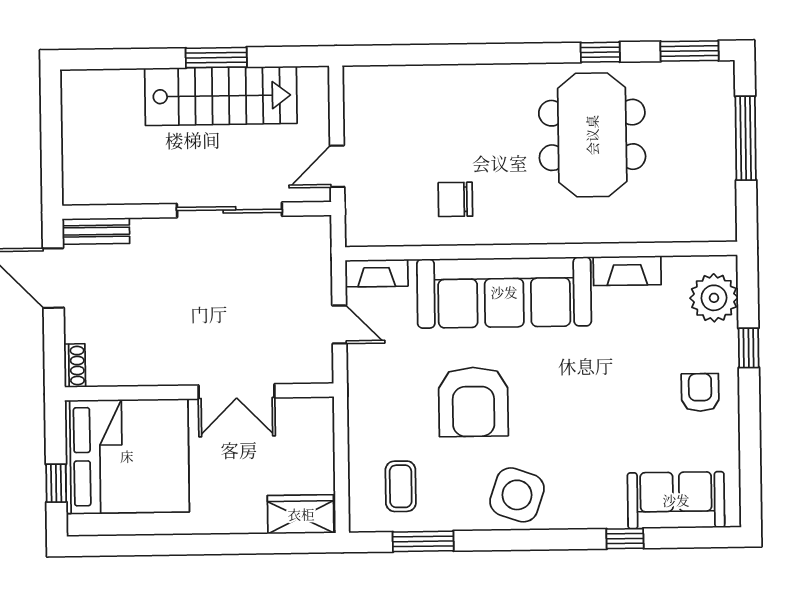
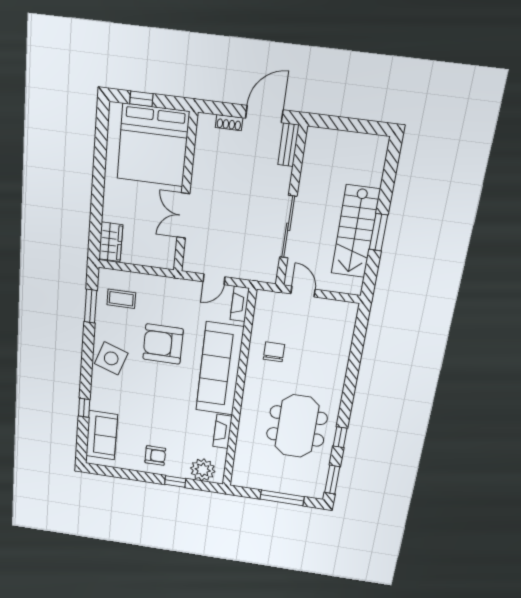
meeting table: (592, 135) -> (297, 426), turned 90
shoe rack: (75, 366) -> (229, 123), moved

